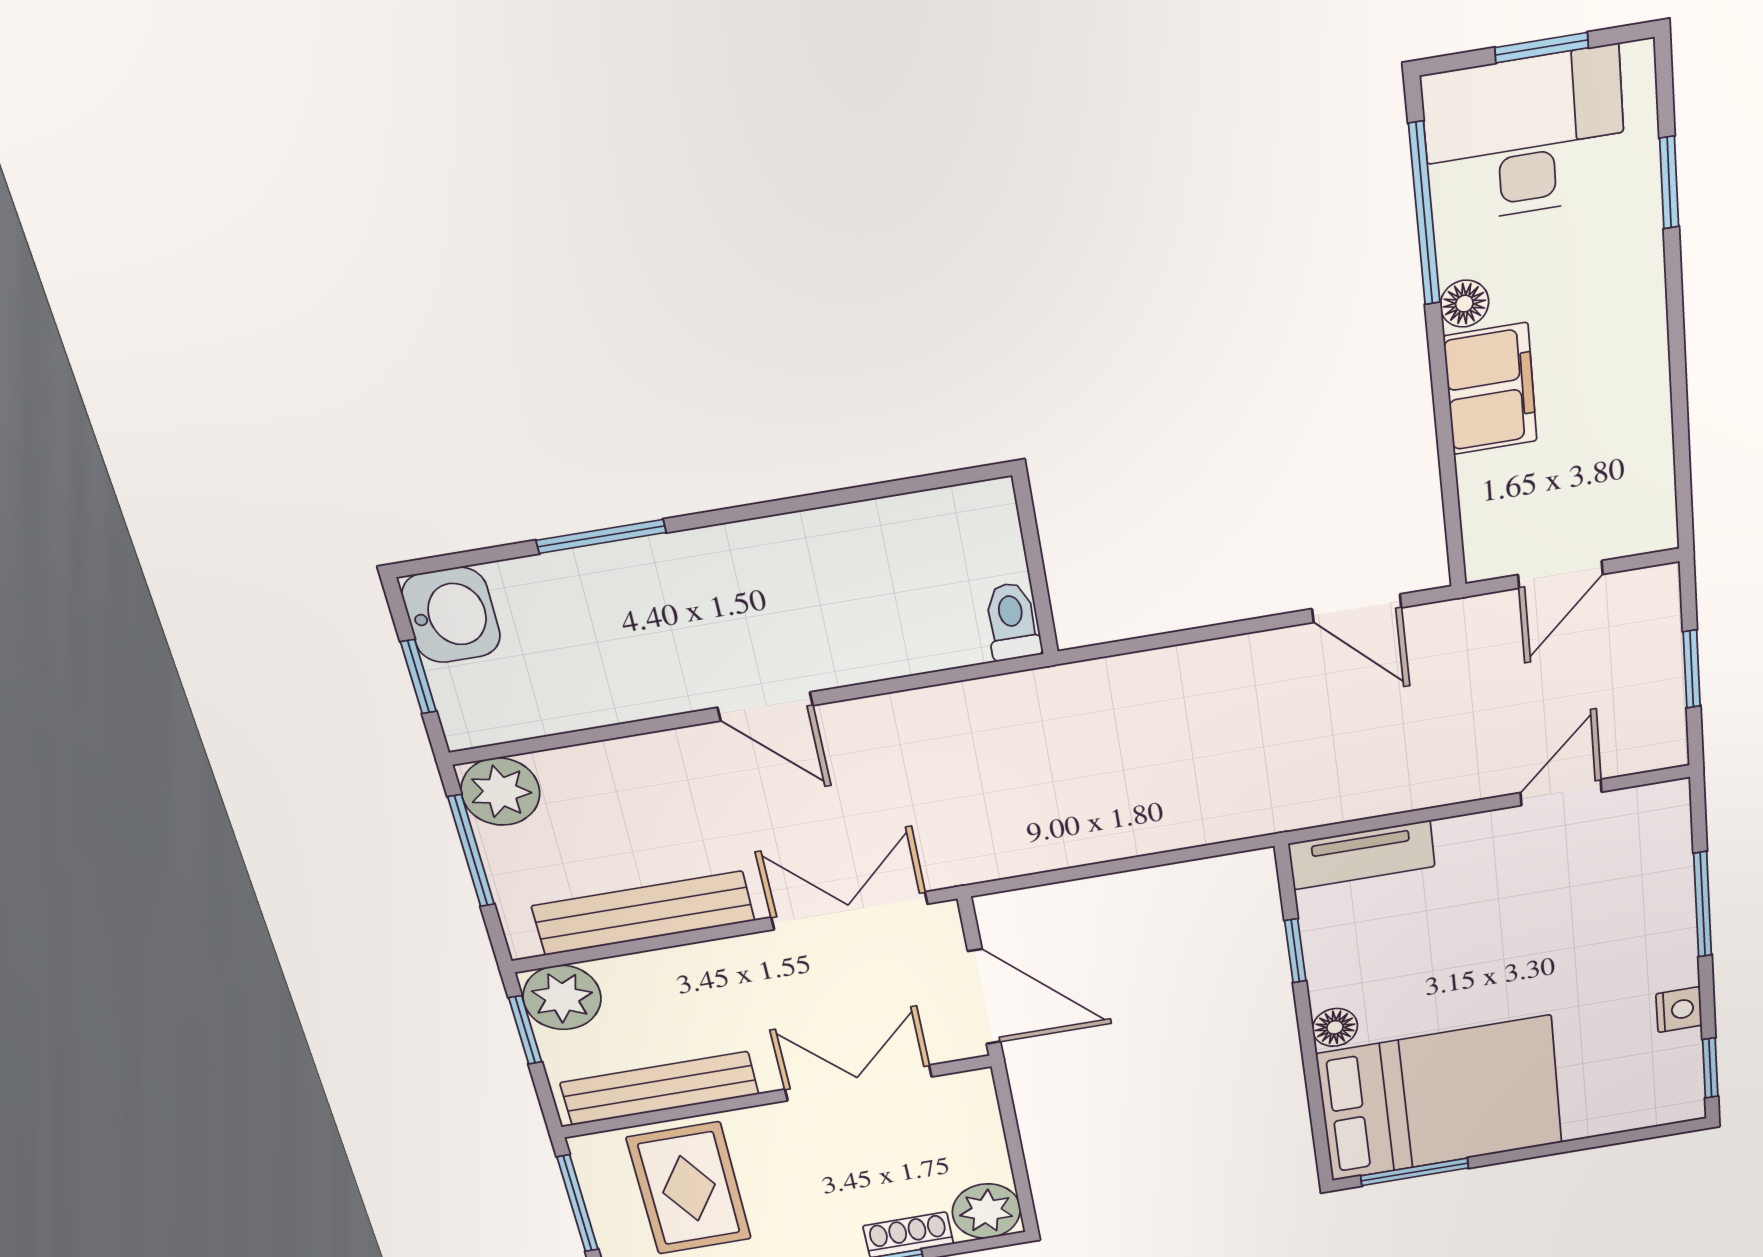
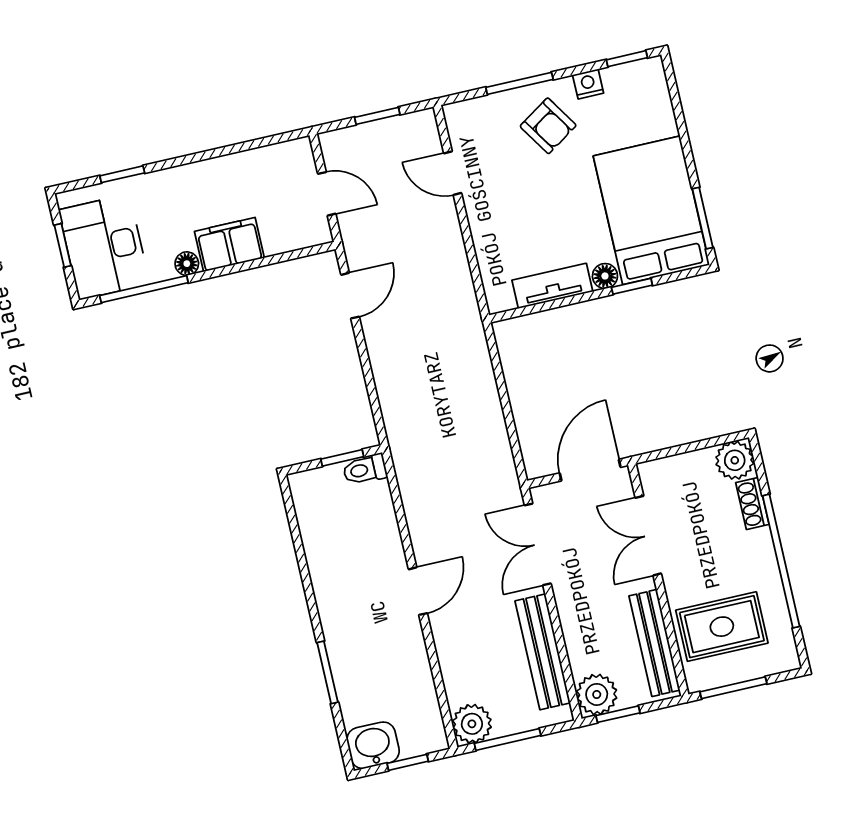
window: (1038, 581) -> (342, 458), added
tv unit: (1362, 855) -> (552, 286), moved, turned -90
armchair: (1618, 947) -> (548, 126), added
window: (1295, 951) -> (632, 286), moved

